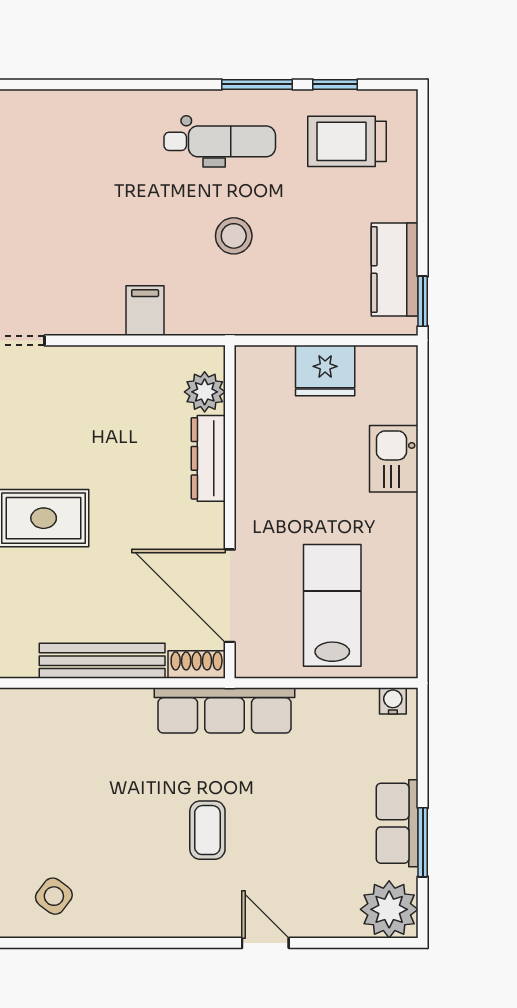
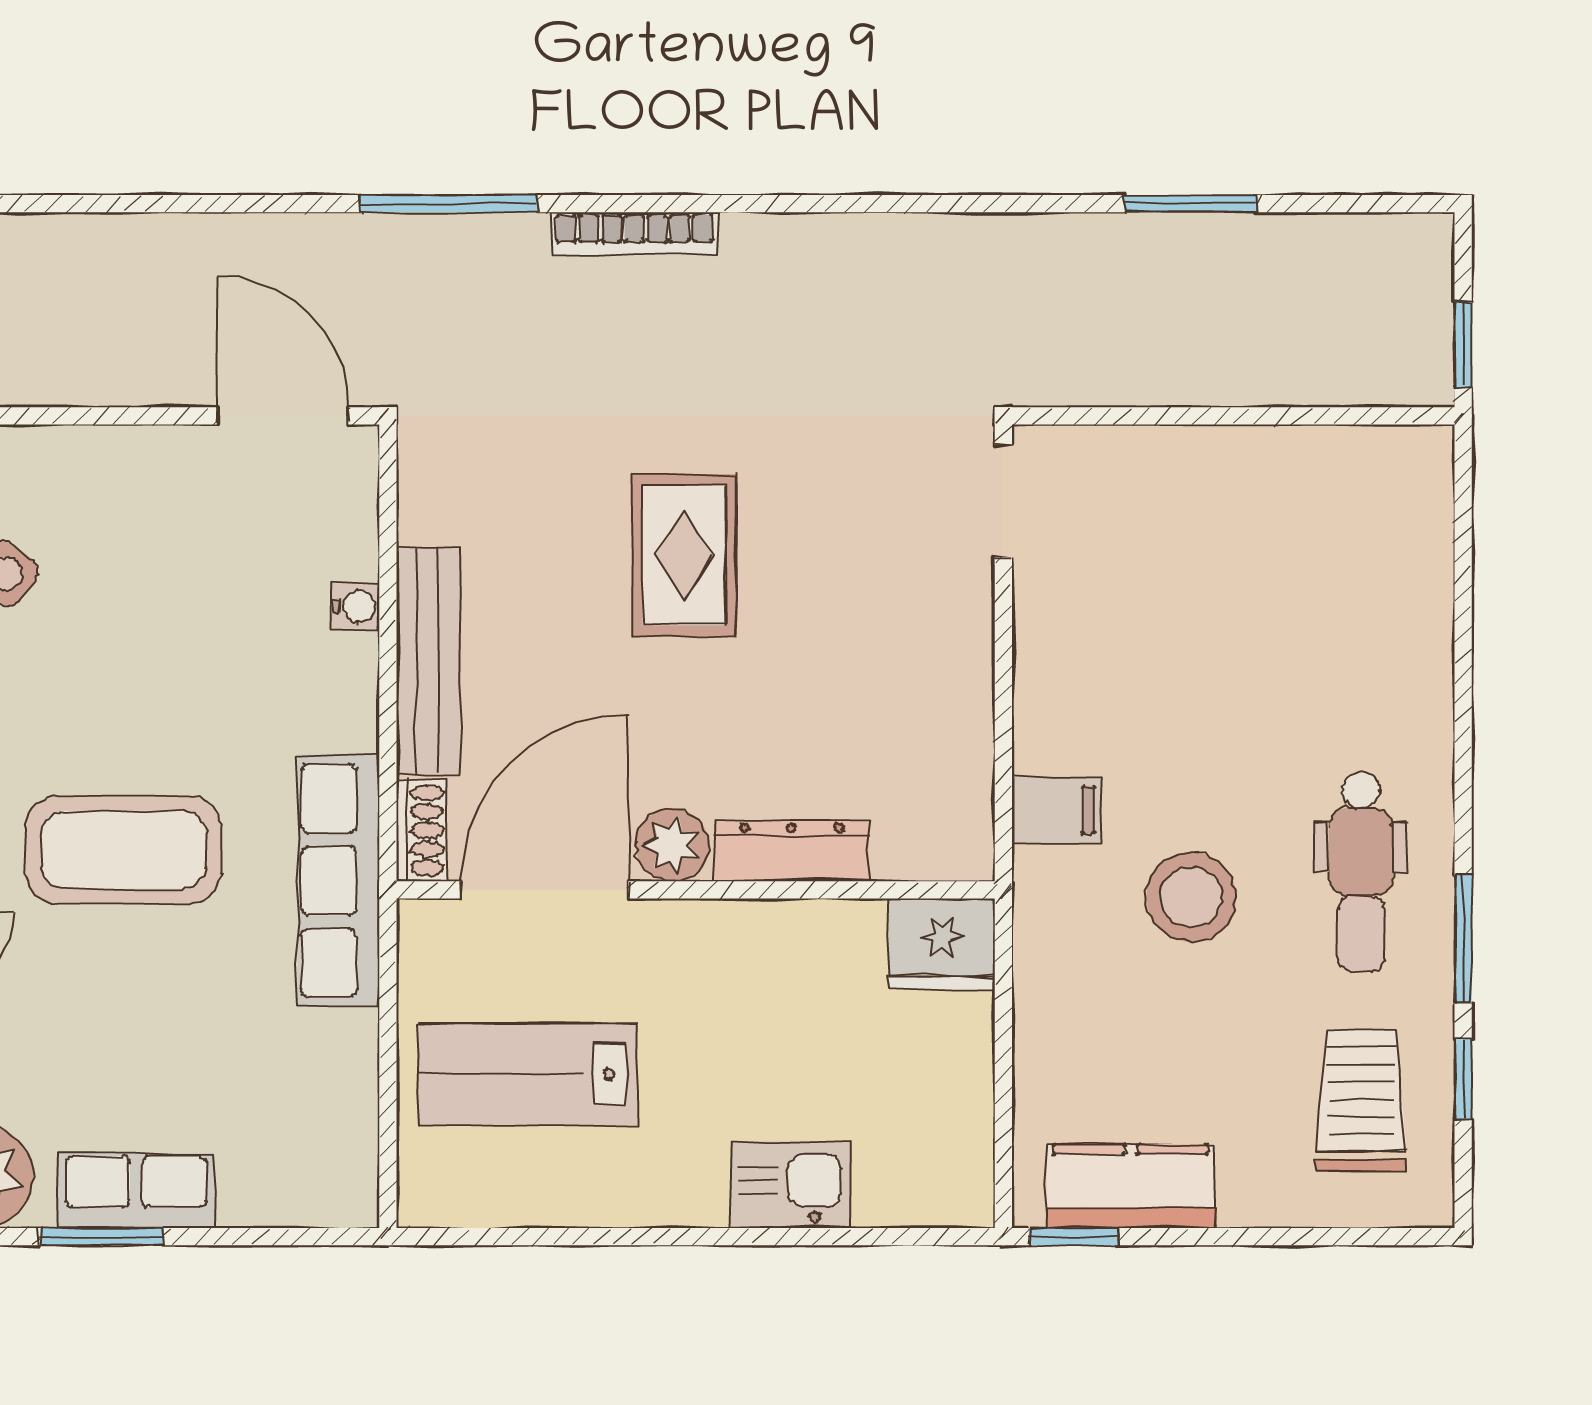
stool: (234, 236) -> (1191, 897), width x1.38, depth x1.38
filing cabinet: (145, 311) -> (1057, 810), moved
fridge: (325, 371) -> (942, 944), moved, turned -90
plant: (205, 392) -> (672, 845), moved
lab bench: (332, 605) -> (527, 1074), turned 180
water cooler: (393, 701) -> (356, 607), moved
coffee table: (207, 830) -> (124, 850), width x1.86, depth x1.72

